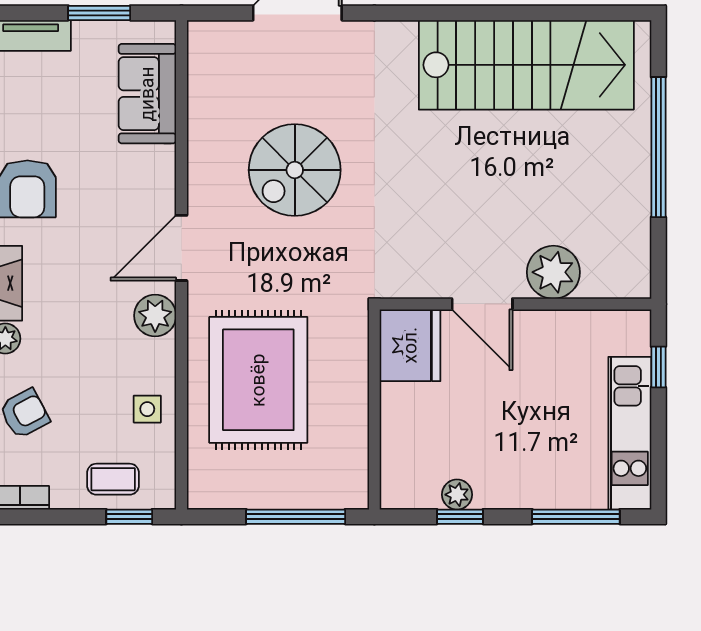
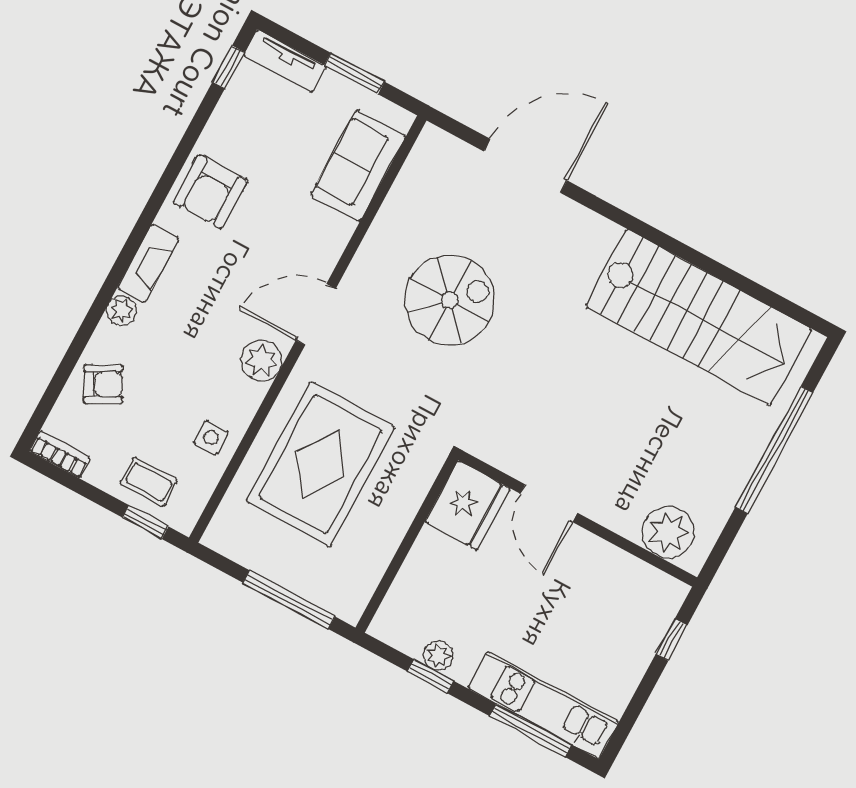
spiral stairs: (295, 170) -> (450, 300), turned 180
plant: (553, 272) -> (668, 532), moved
kitchen unit: (630, 433) -> (543, 705), moved, turned 90

